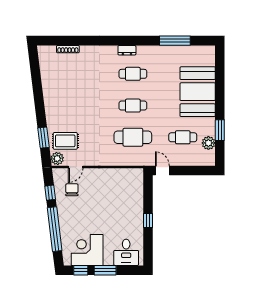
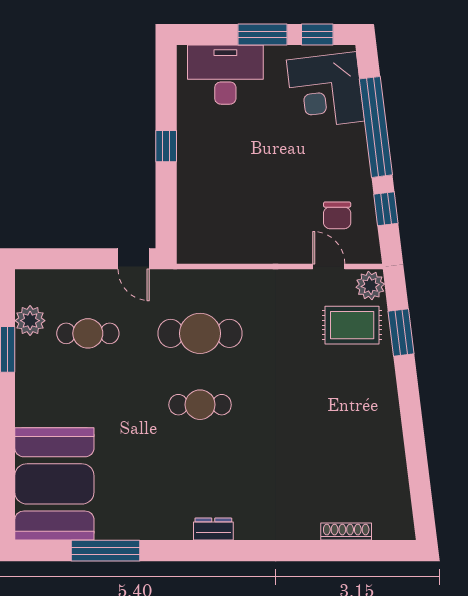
cafe table: (133, 74) -> (200, 476), removed
booth: (198, 92) -> (54, 484), moved
door: (76, 167) -> (329, 267), hinge flipped
corner desk: (87, 250) -> (325, 91), moved, turned 83
desk: (126, 252) -> (225, 75), width x1.37

